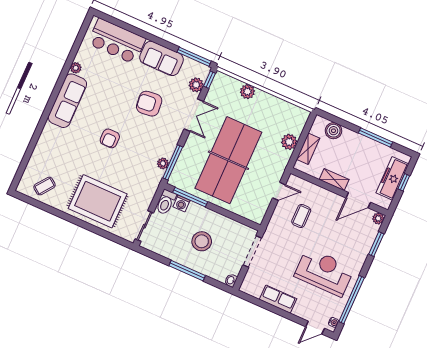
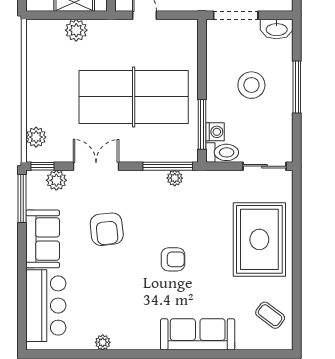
plant: (247, 92) -> (36, 137), moved
sofa: (67, 101) -> (198, 334), moved
washbasin: (231, 280) -> (277, 29), width x1.91, depth x1.45

